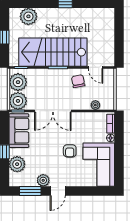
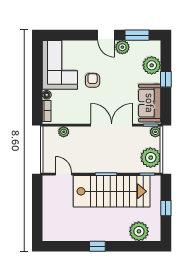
chair: (78, 81) -> (83, 159), removed
plant: (18, 101) -> (155, 132), width x0.53, depth x0.53
door: (58, 191) -> (106, 35), swing flipped

